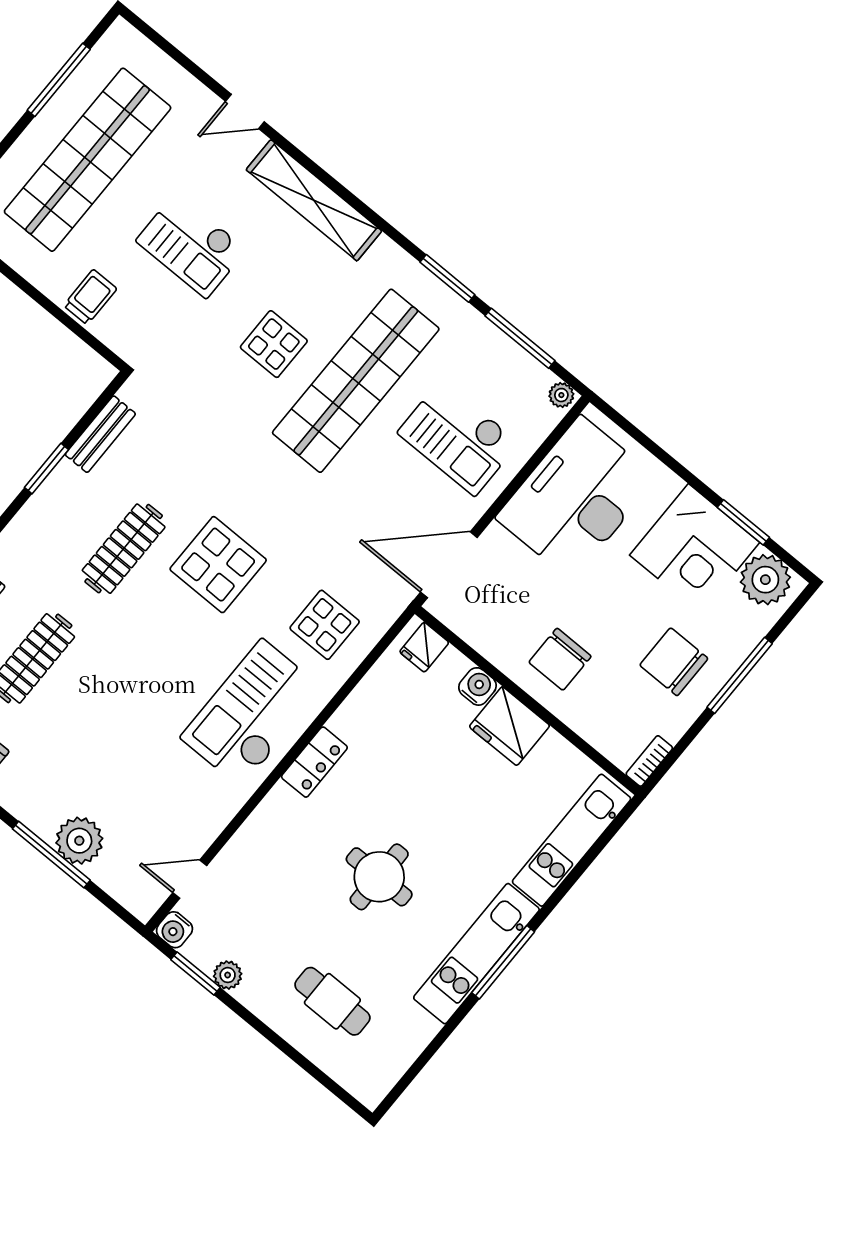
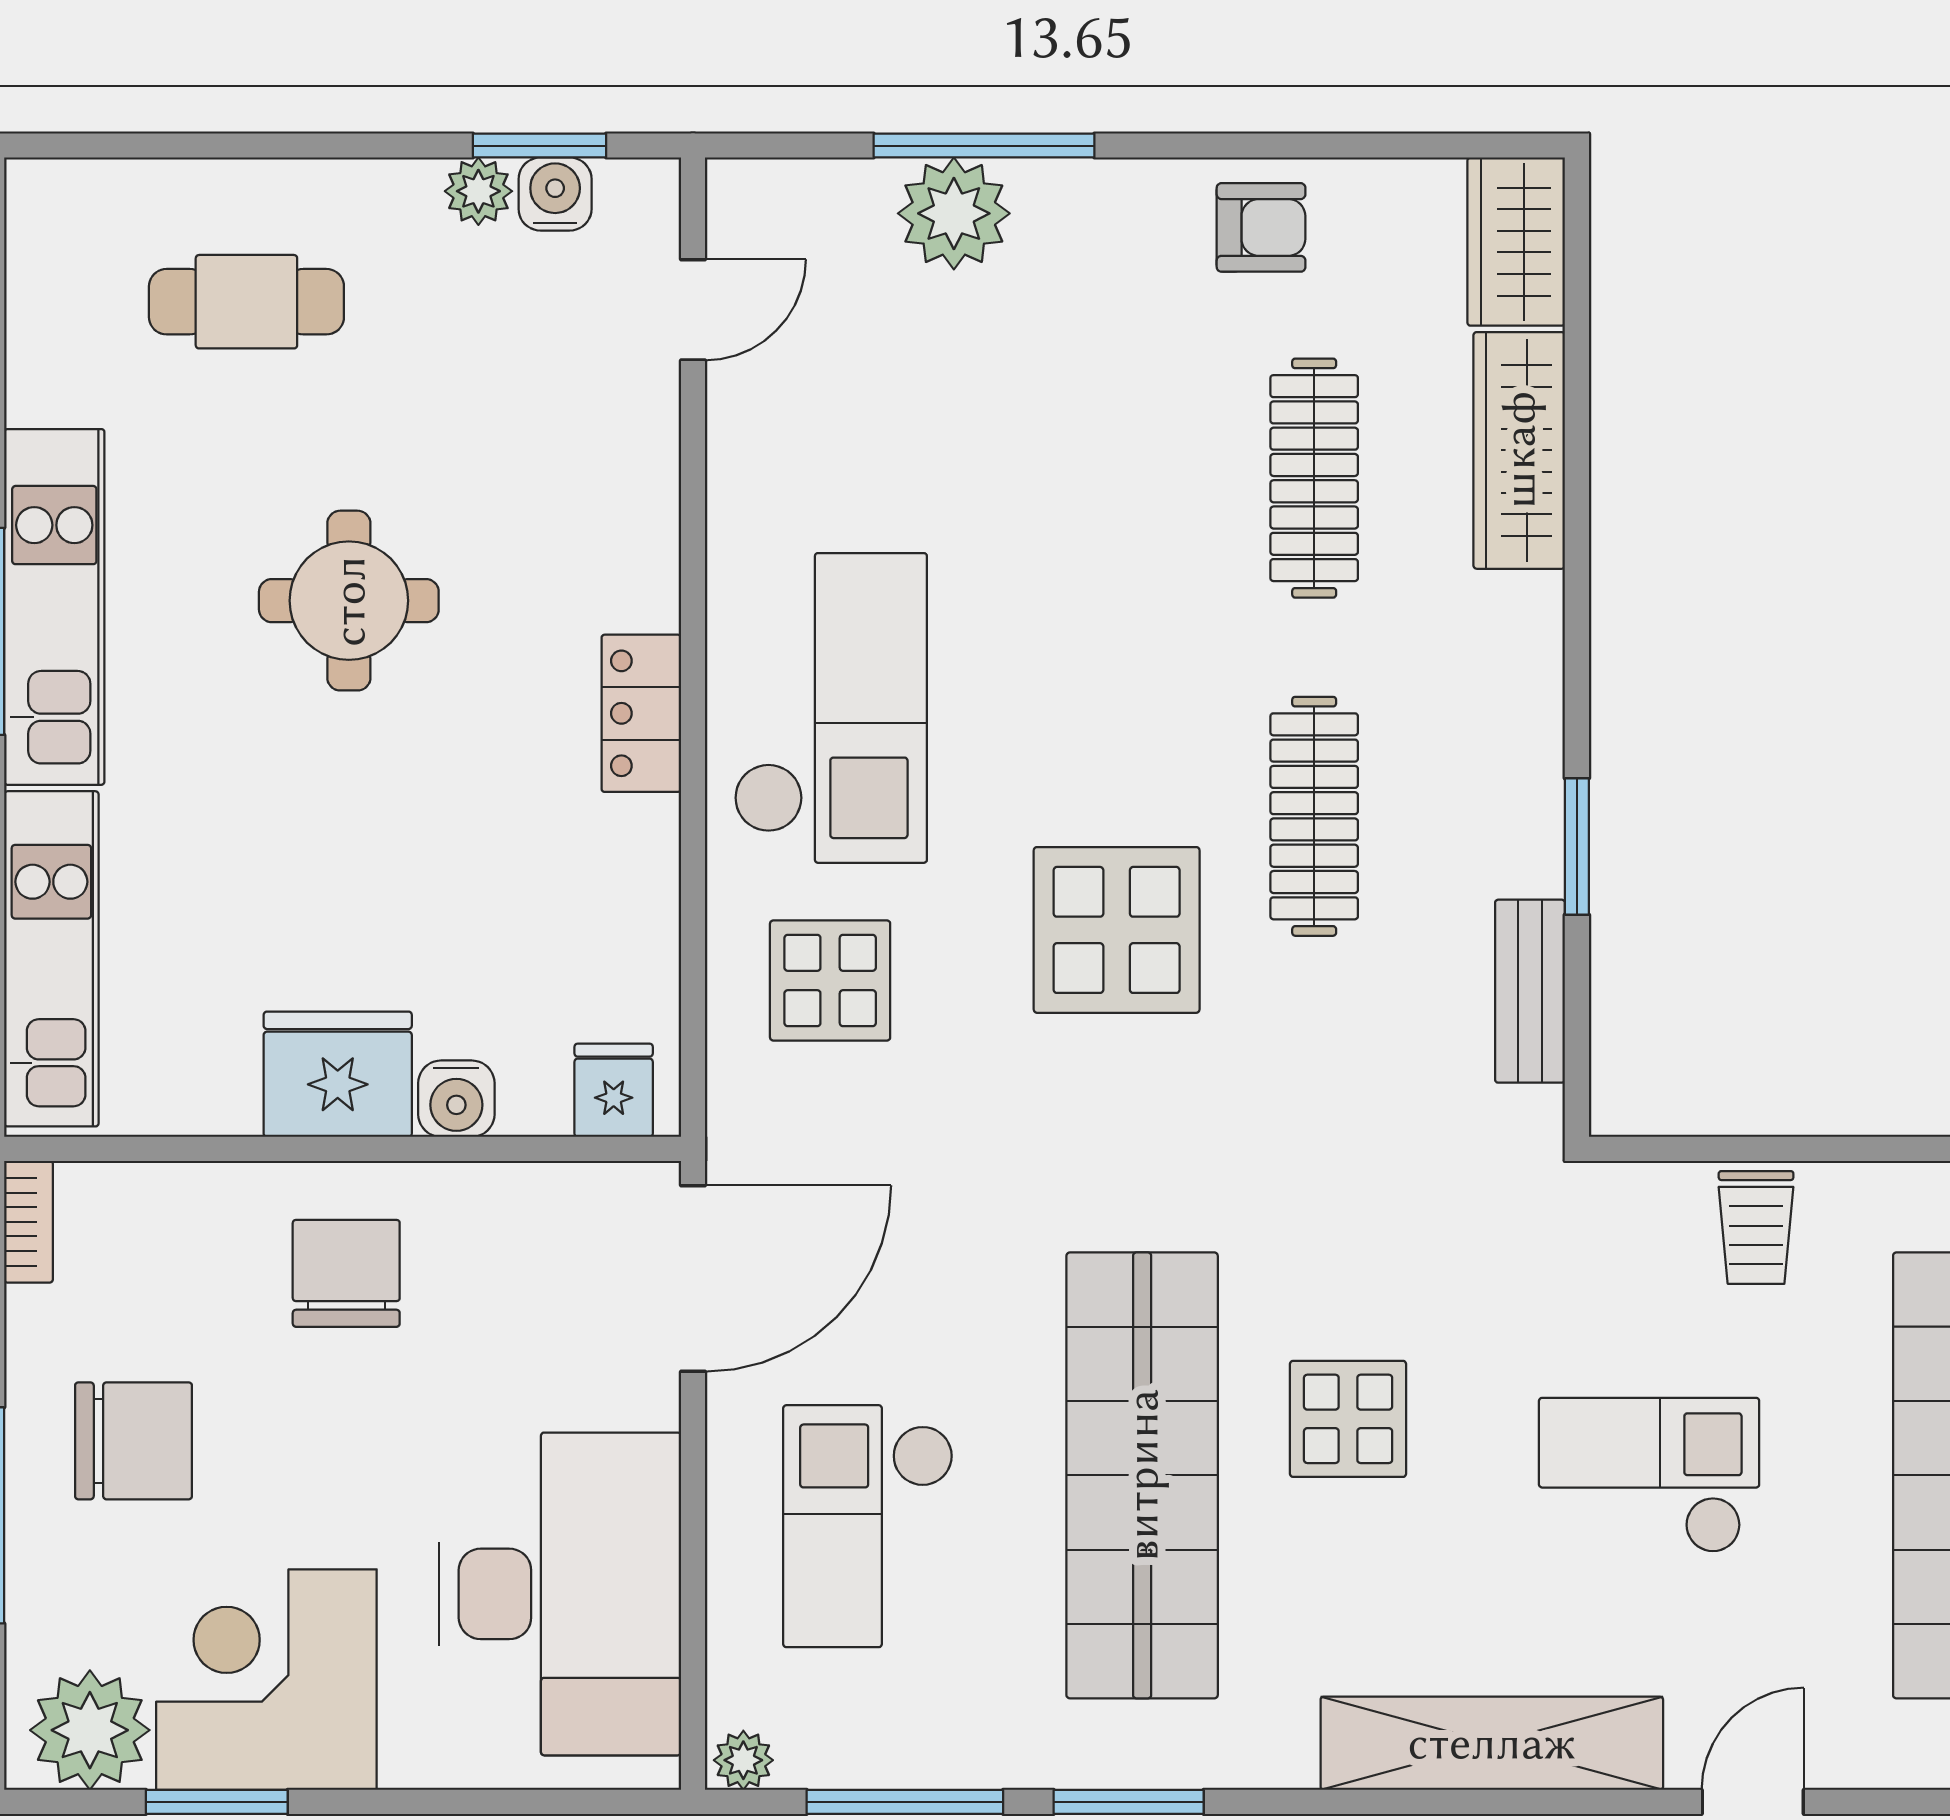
checkout: (458, 438) -> (868, 1526), turned -90
water cooler: (174, 930) -> (555, 194), moved

